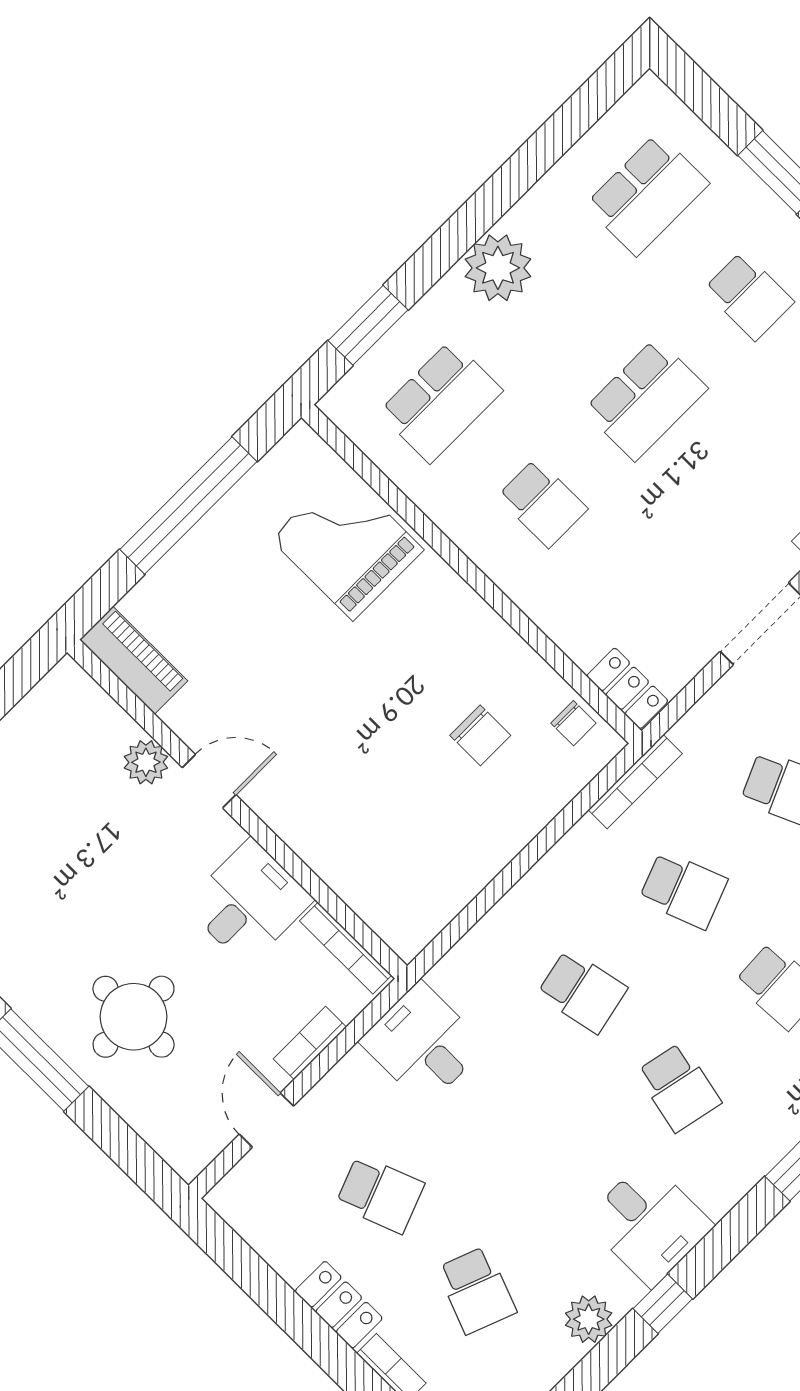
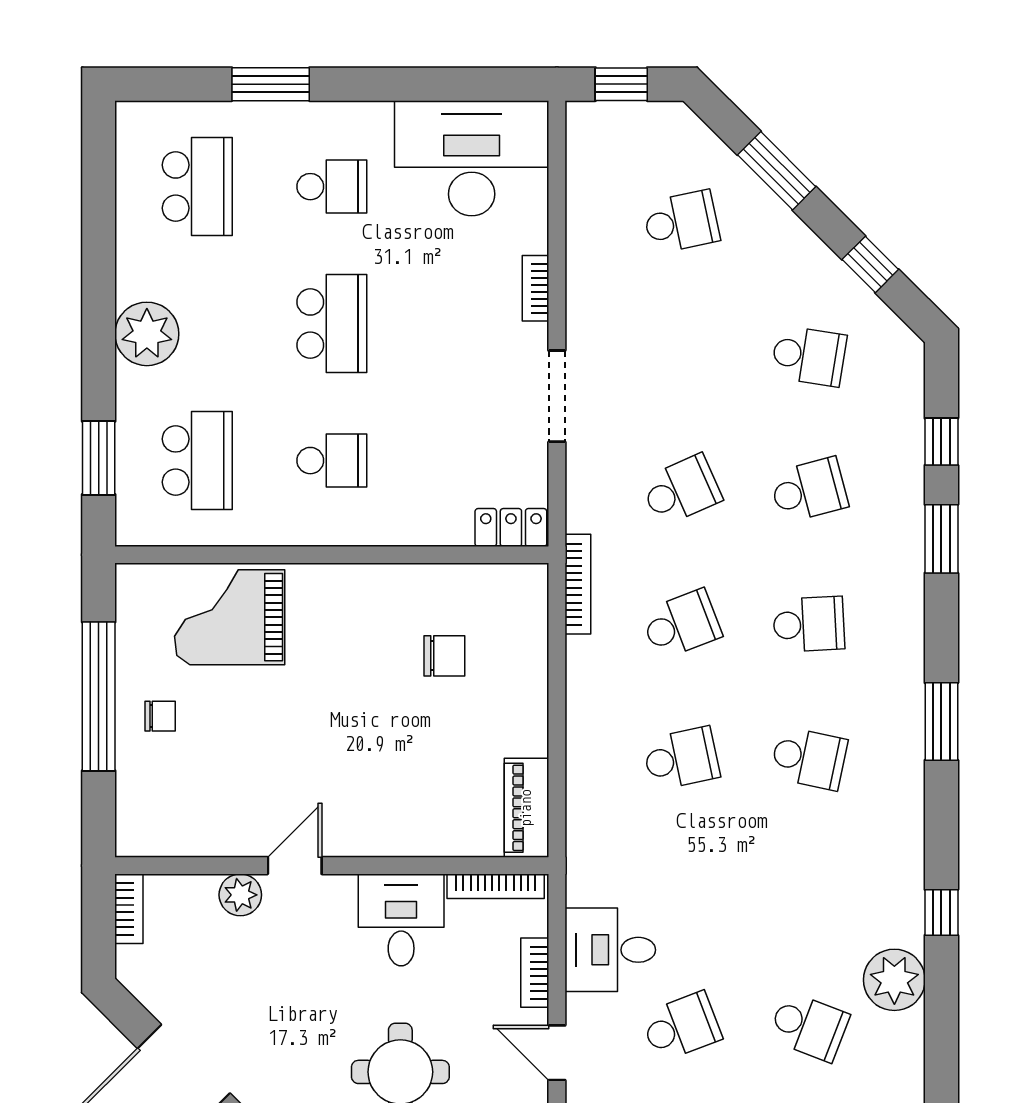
piano: (134, 660) -> (526, 808), moved, turned -90
bookcase: (51, 689) -> (129, 909), added
chair: (573, 723) -> (160, 716), moved
desk: (423, 1044) -> (610, 950), moved
desk: (649, 1223) -> (879, 868), removed
plant: (589, 1319) -> (894, 980), width x1.36, depth x1.36

